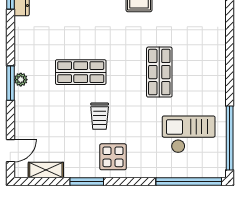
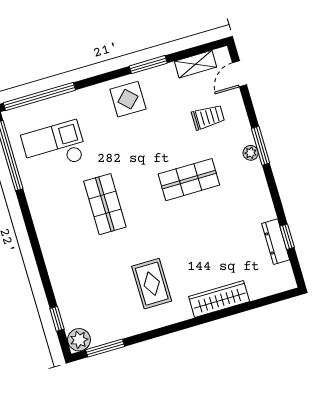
trolley: (100, 116) -> (208, 117), moved, turned 90
checkout: (189, 134) -> (54, 147), turned 180

